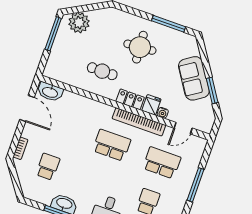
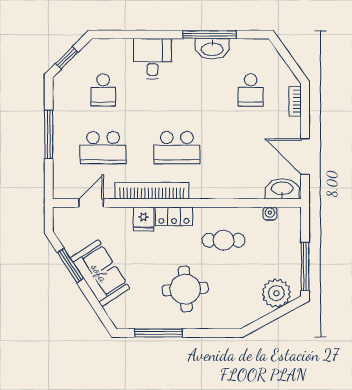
water cooler: (163, 113) -> (270, 214), moved

